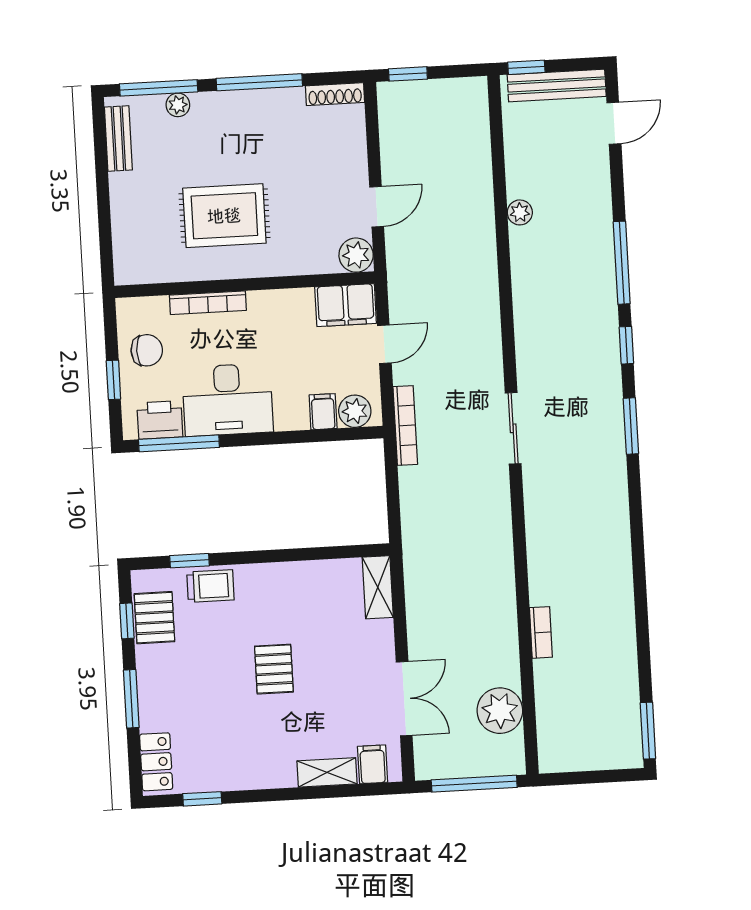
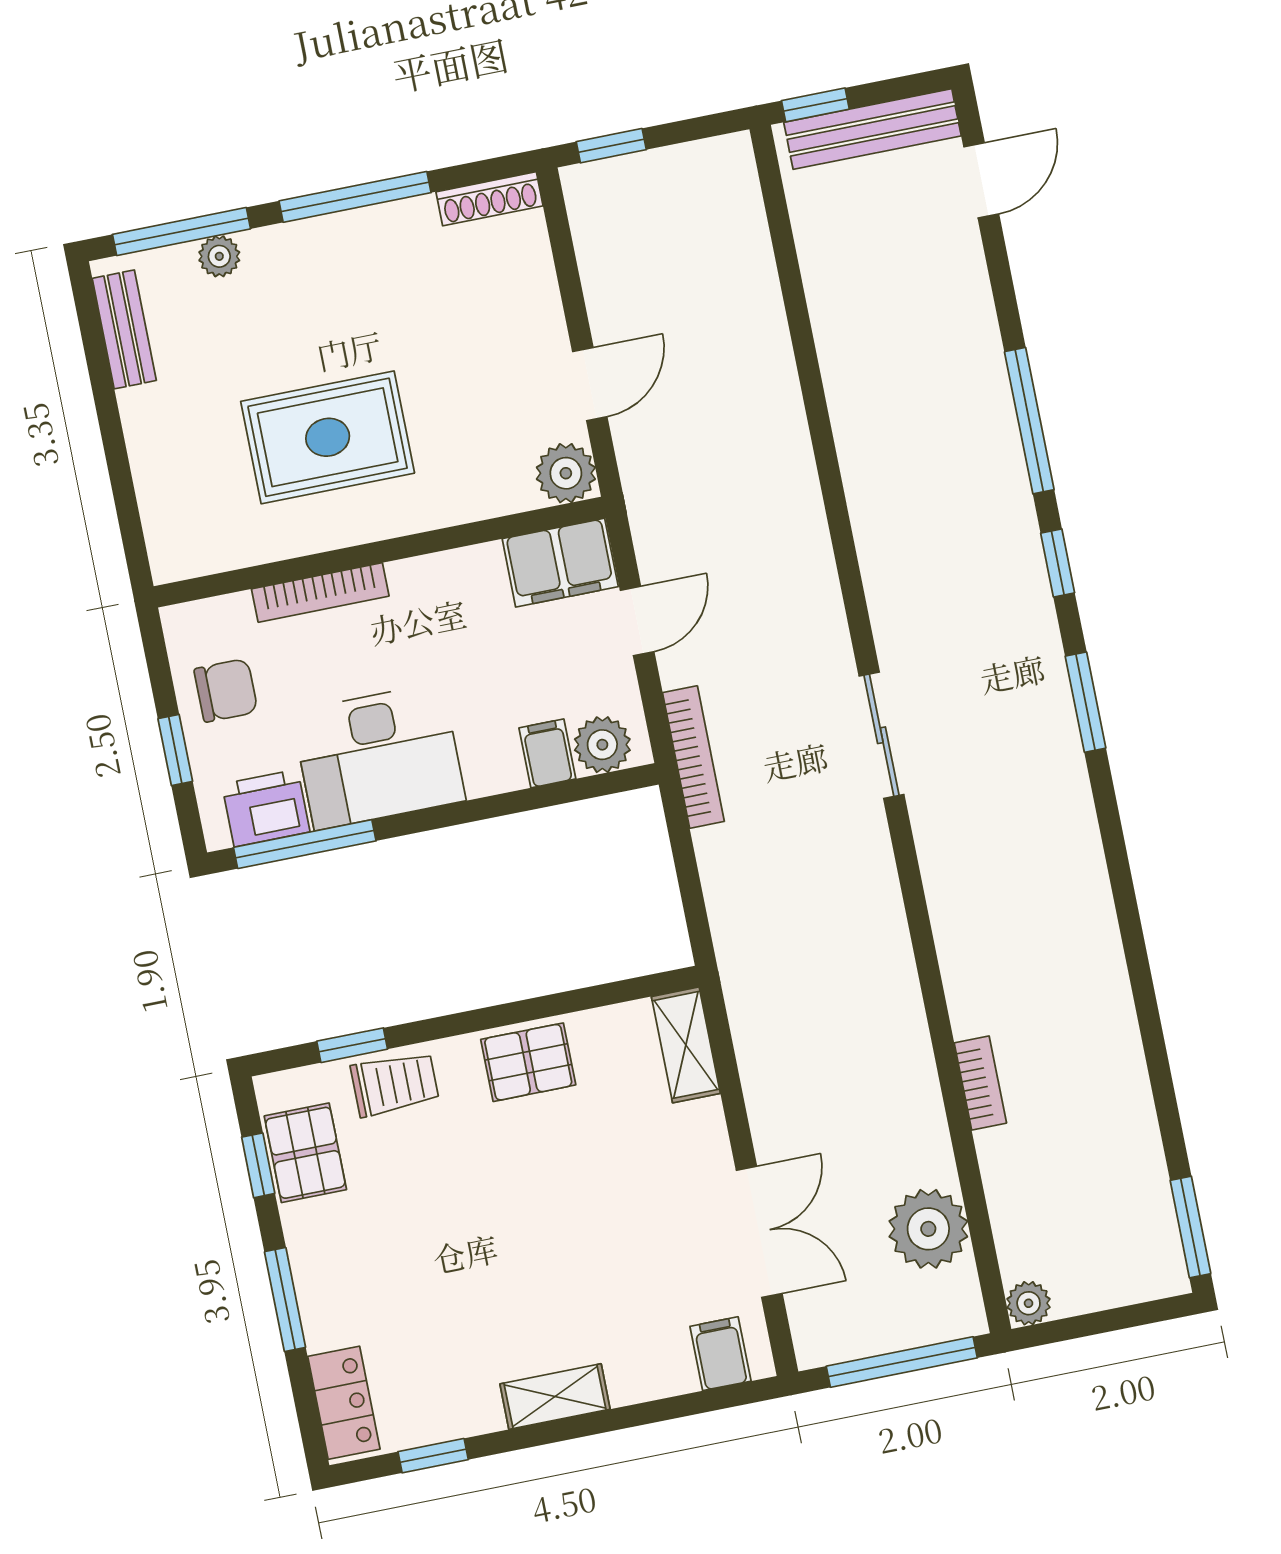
plant: (520, 212) -> (1029, 1303), moved
pallet: (274, 669) -> (528, 1062), moved, turned 90
shelving: (327, 772) -> (555, 1397), moved

